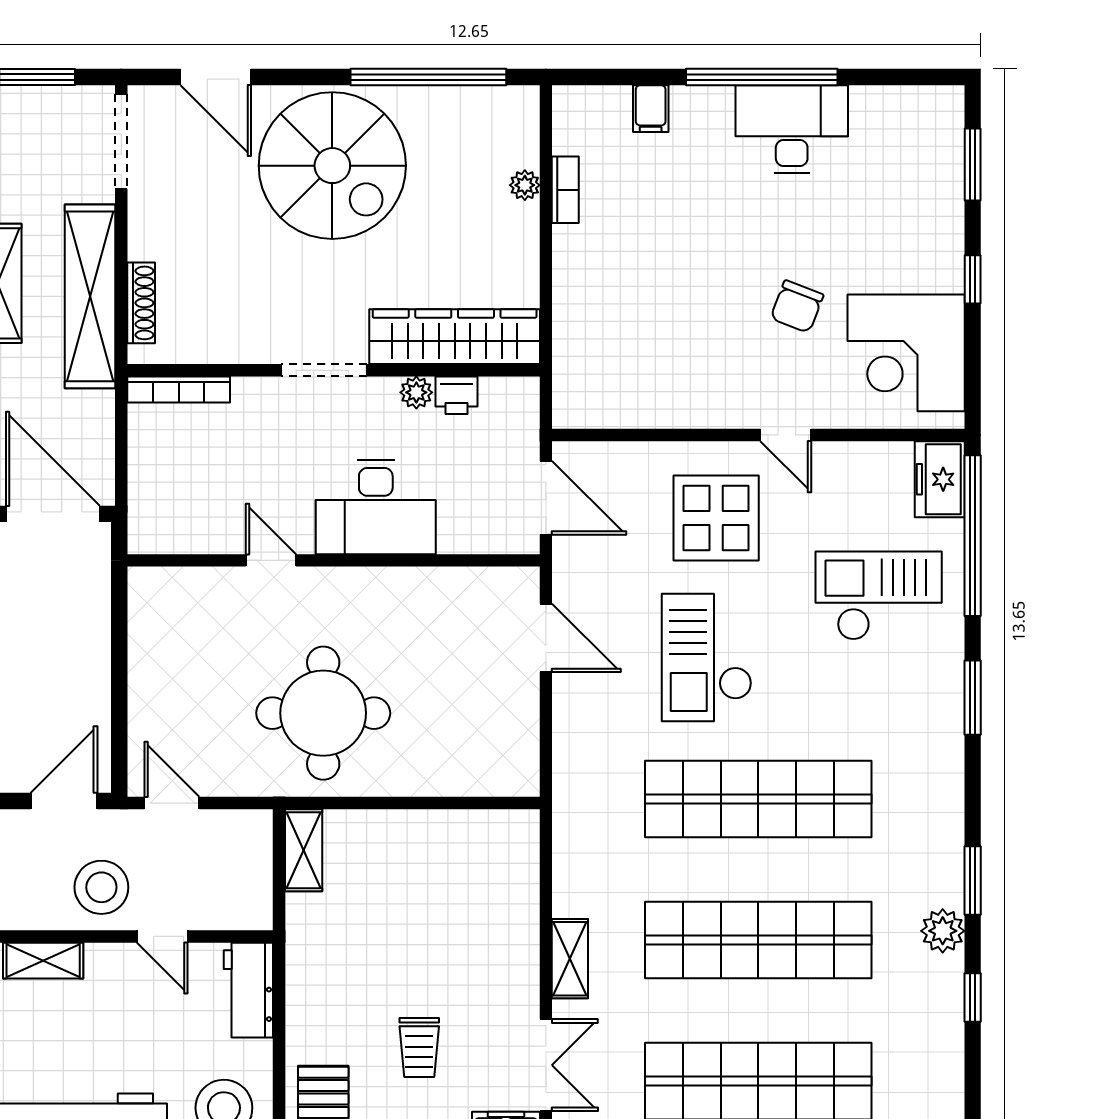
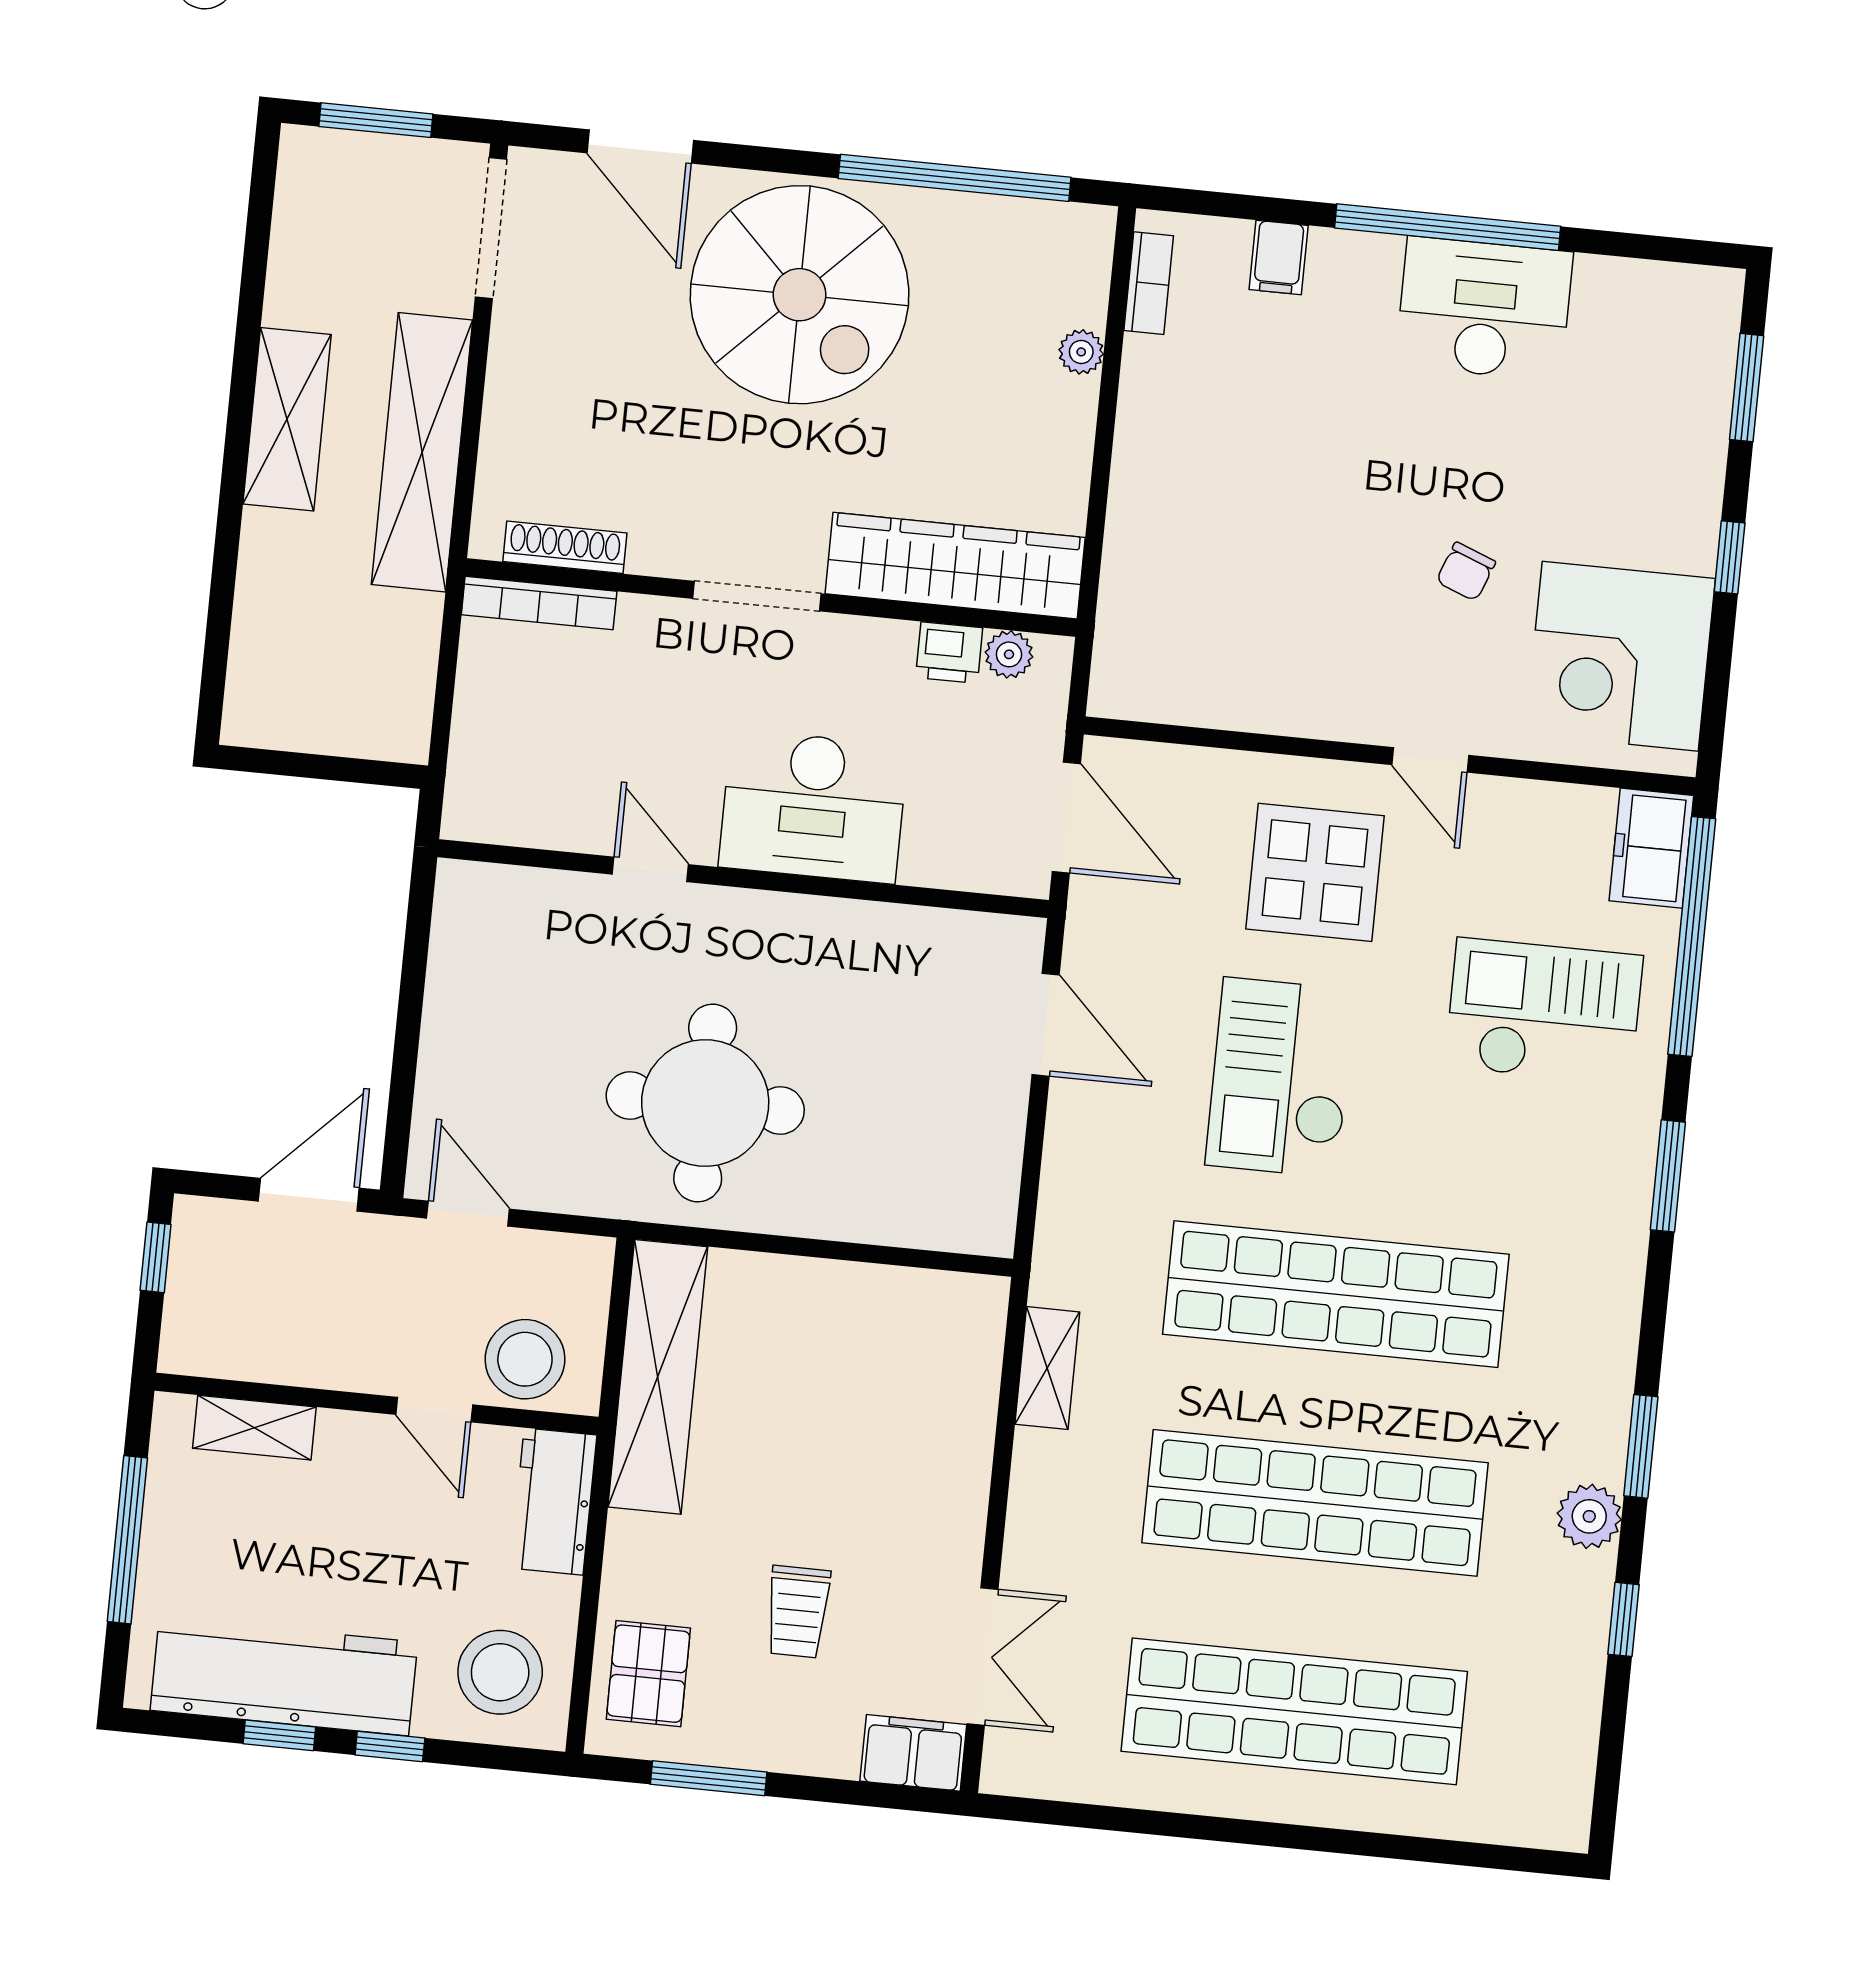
bookcase: (565, 190) -> (1149, 283), moved
shoe rack: (141, 303) -> (565, 547), moved, turned -90
chair: (797, 306) -> (1466, 572), width x0.73, depth x0.73
plant: (416, 392) -> (1009, 654), moved
door: (53, 514) -> (335, 768), removed
shelving: (304, 850) -> (658, 1377), width x2.20, depth x1.33
stool: (101, 887) -> (525, 1359), moved
shelving: (570, 959) -> (1047, 1368), moved

